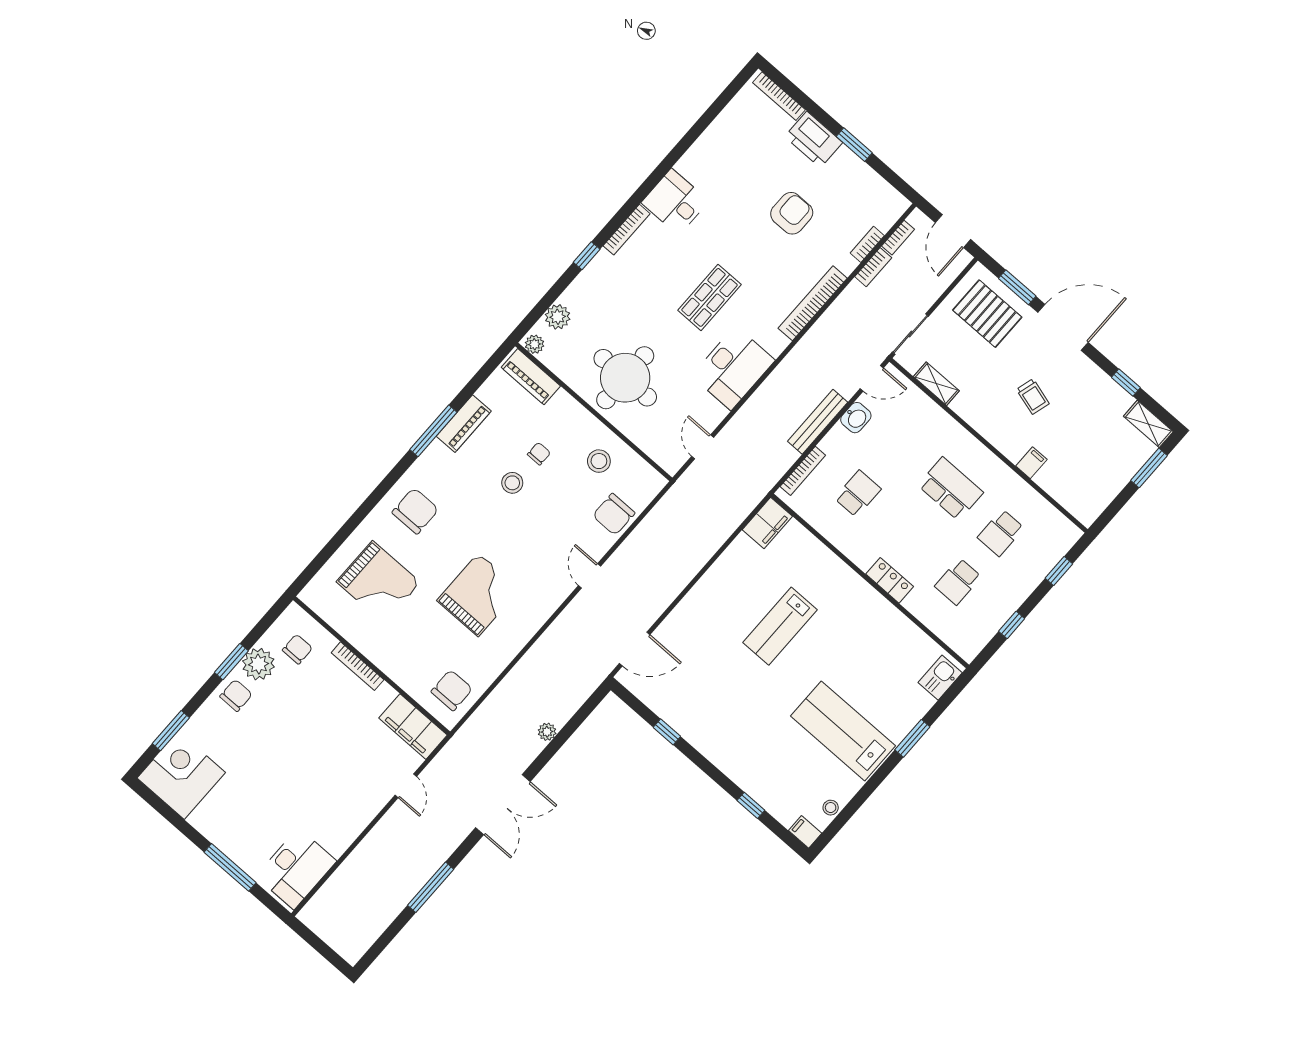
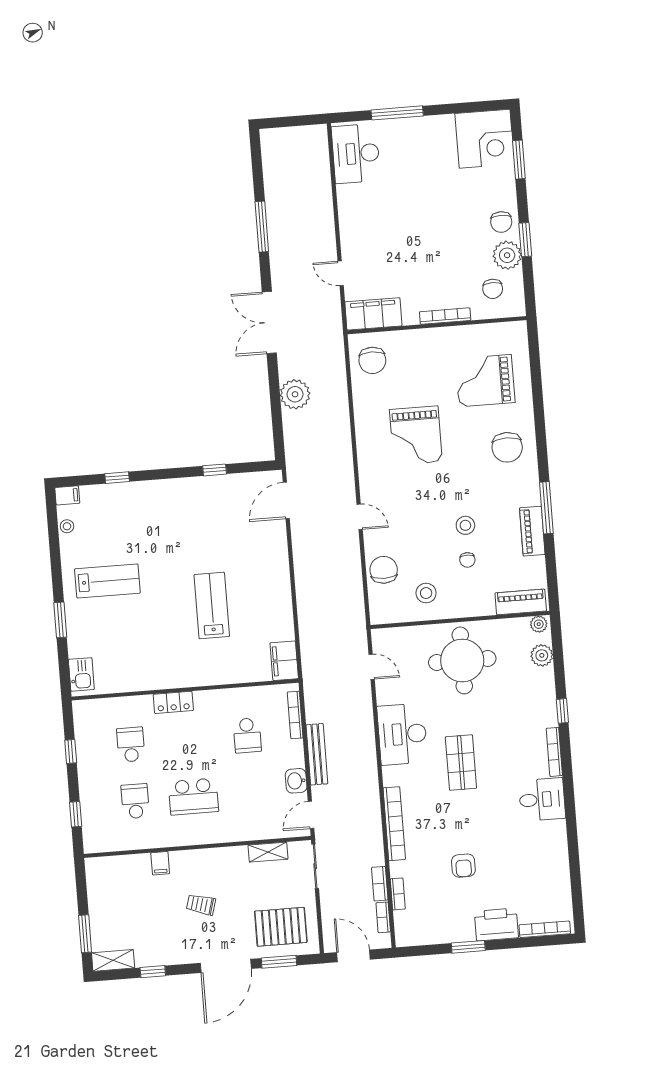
armchair: (792, 213) -> (463, 866), width x0.72, depth x0.72
lab bench: (843, 731) -> (107, 581), width x0.73, depth x0.72
plant: (547, 732) -> (295, 394), width x1.87, depth x1.87

